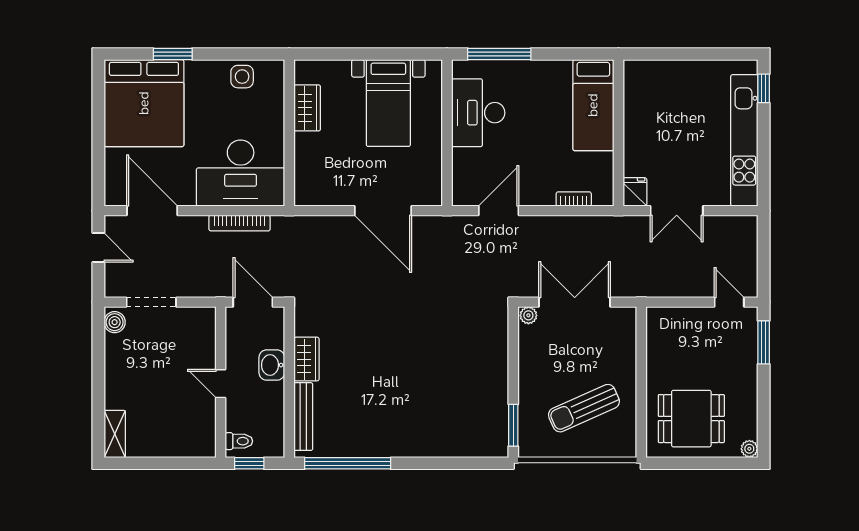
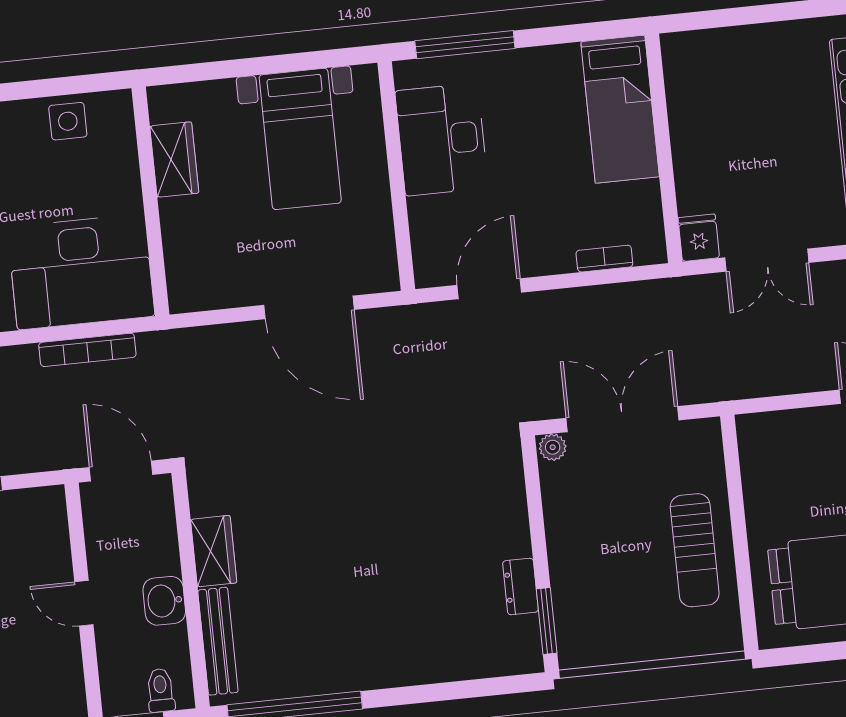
washbasin: (272, 365) -> (164, 601), moved
dresser: (499, 402) -> (520, 586), added
sun lounger: (584, 408) -> (695, 550), moved, turned -66
toilet: (239, 441) -> (161, 690), moved, turned -90

